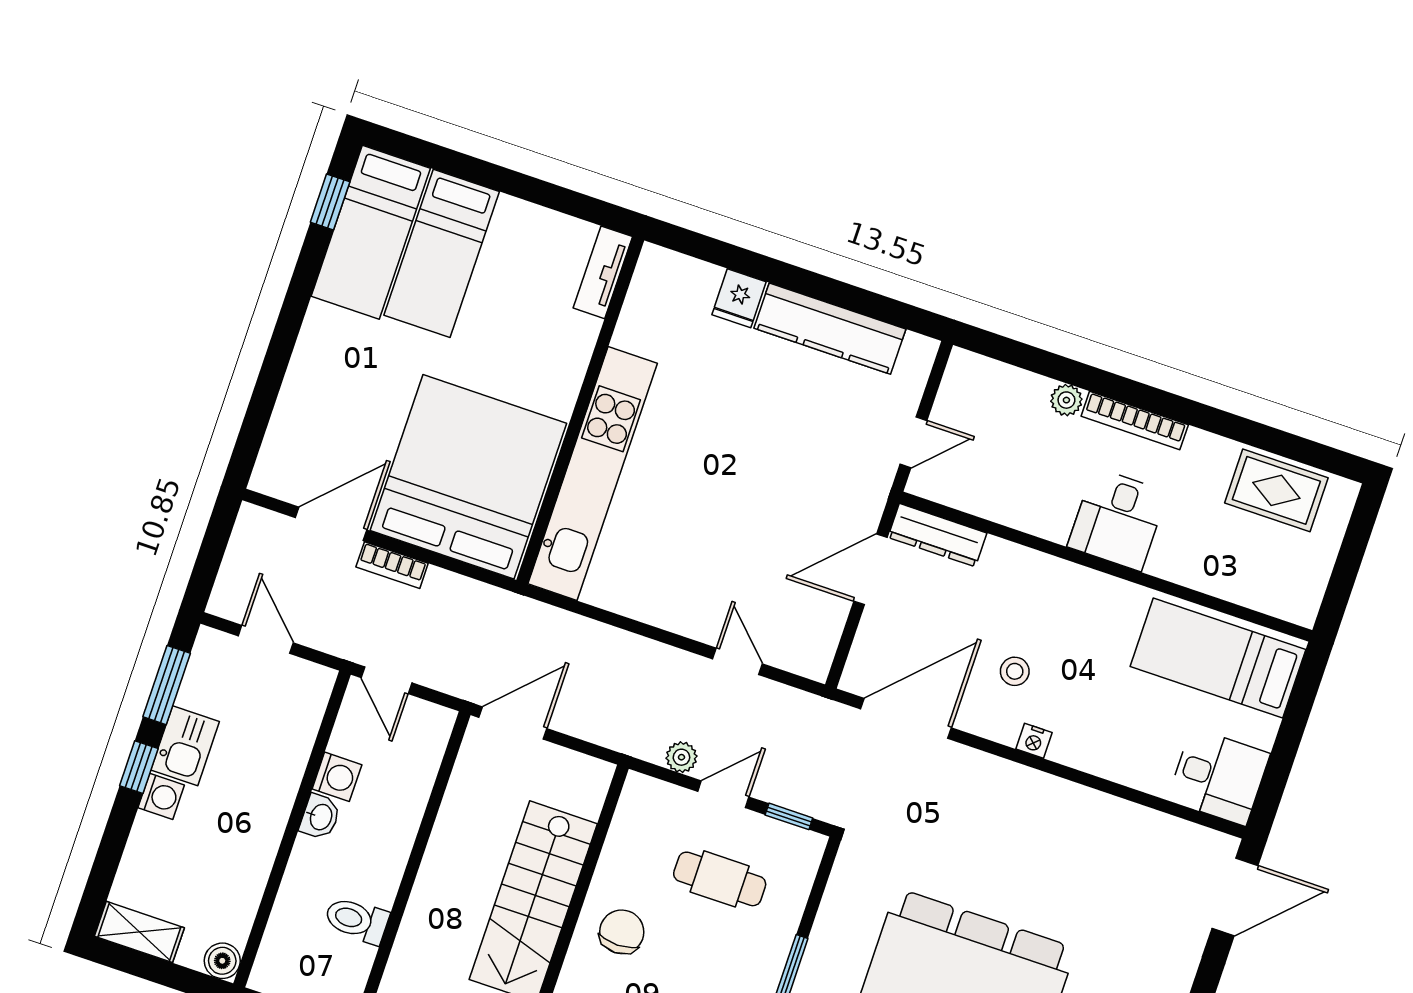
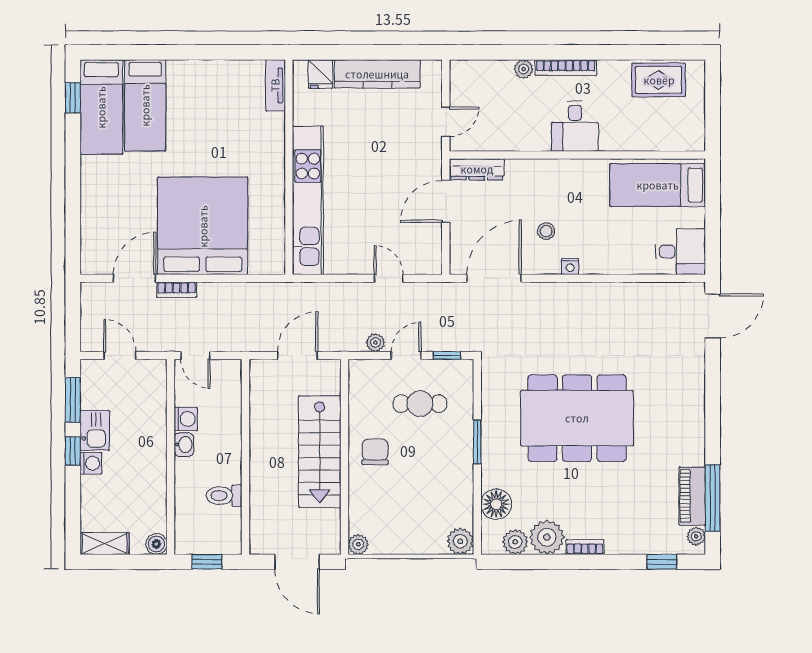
tv unit: (603, 272) -> (275, 85), moved
wall: (580, 410) -> (289, 167), moved
kitchen unit: (593, 473) -> (308, 200), moved
door: (513, 723) -> (298, 355), moved

